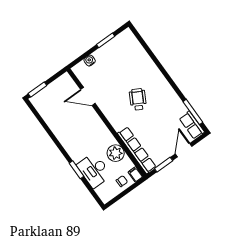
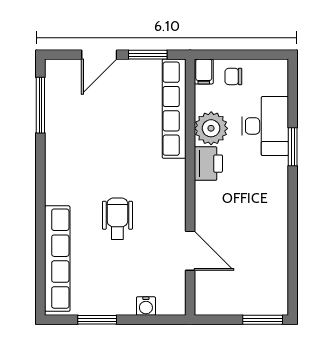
wheelchair: (138, 99) -> (117, 219), moved, turned 151
row of seats: (192, 125) -> (57, 259), moved, width x2.02
printer: (106, 138) -> (208, 164), added

